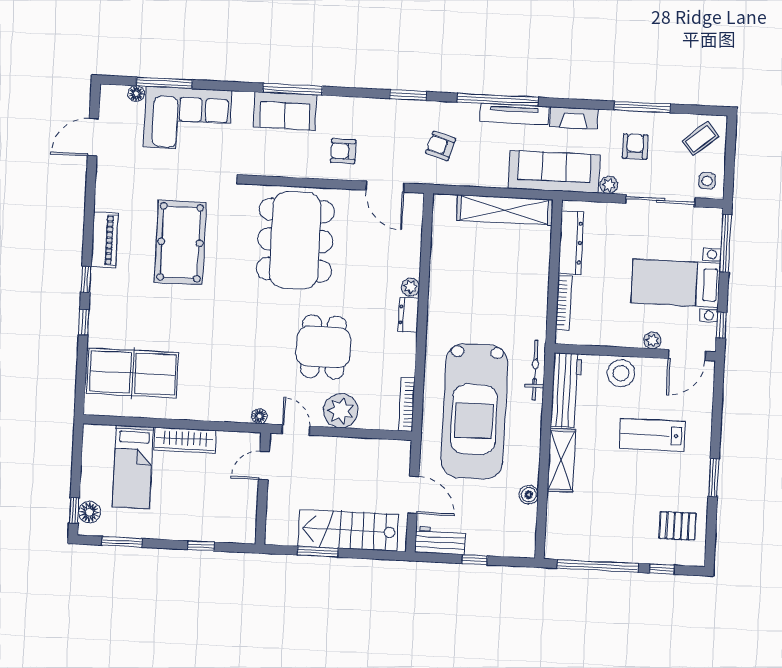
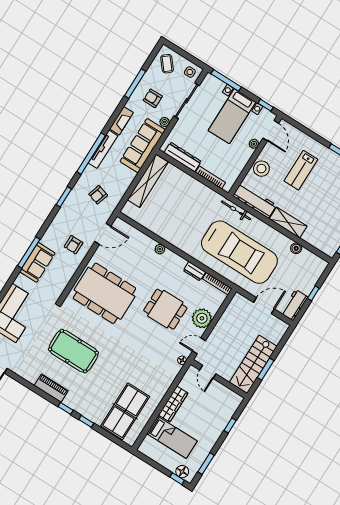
dresser: (408, 315) -> (194, 271), moved
stairs: (348, 530) -> (253, 364), moved

